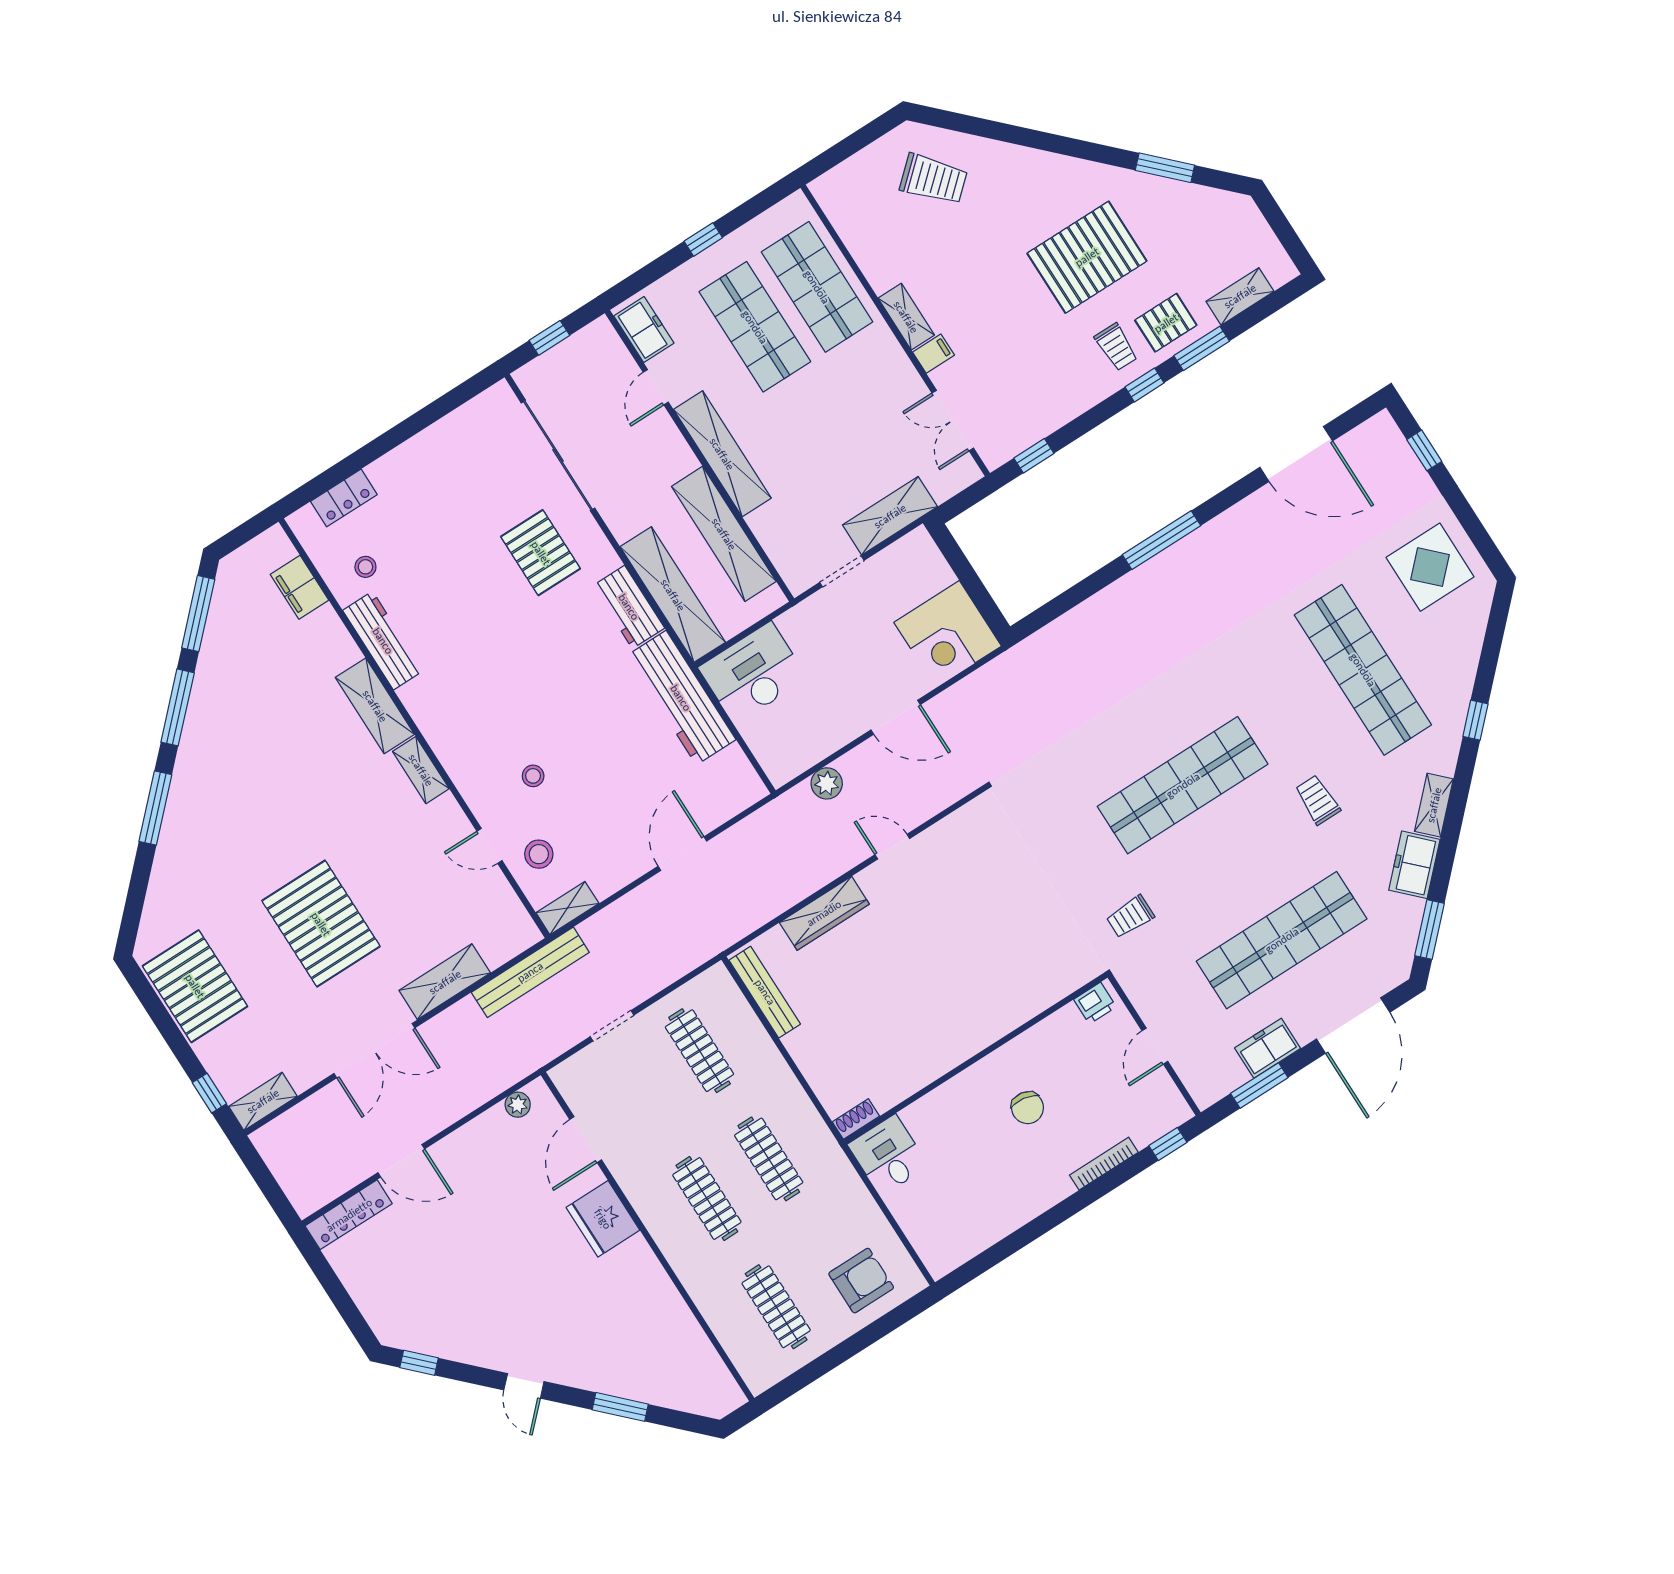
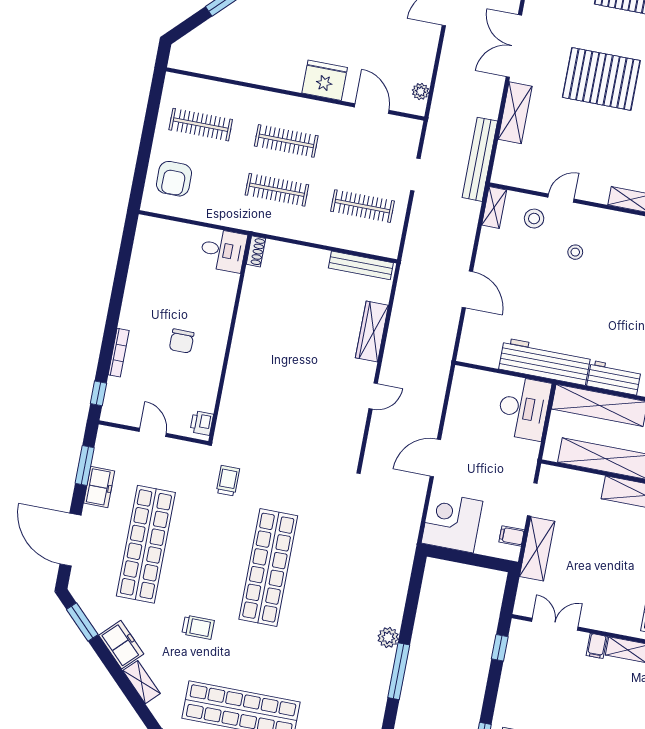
filing cabinet: (902, 556) -> (512, 536), added
plant: (827, 783) -> (388, 637), moved
chair: (1027, 1108) -> (182, 341), turned -99

